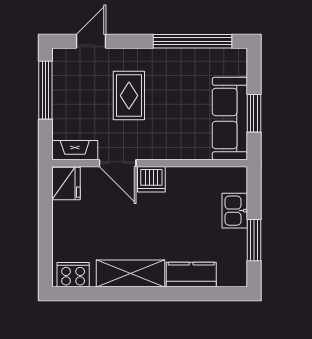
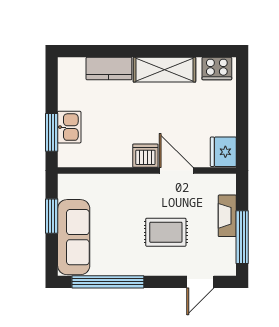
rug: (129, 96) -> (166, 232), turned 90
sofa: (230, 118) -> (74, 237), moved
fireplace: (75, 150) -> (227, 216), moved, turned 90
window: (254, 240) -> (52, 132), moved

